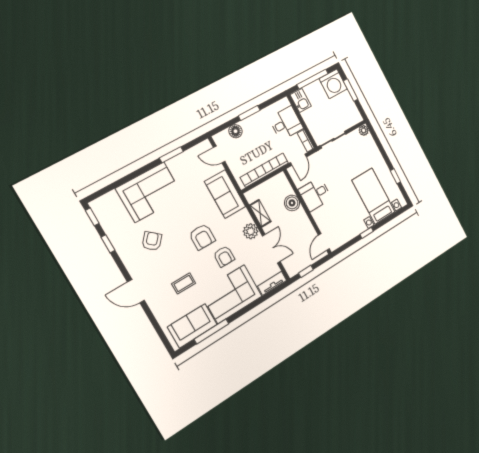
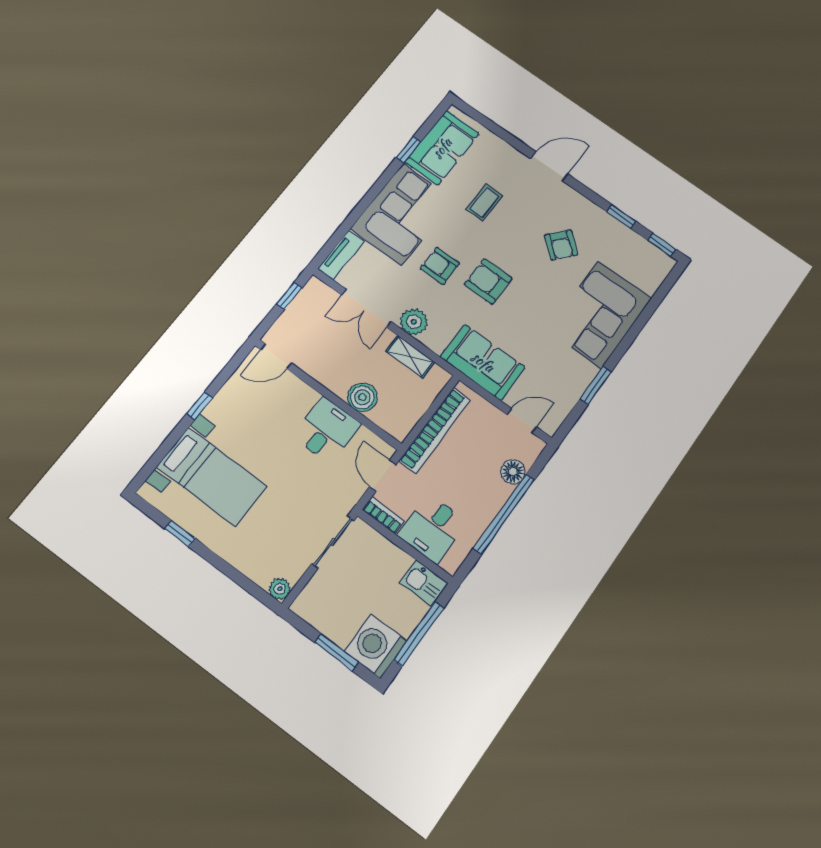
window: (249, 113) -> (504, 514), width x2.11
door: (324, 242) -> (276, 357), swing flipped
window: (212, 331) -> (408, 150), width x0.46

